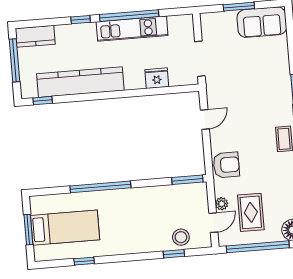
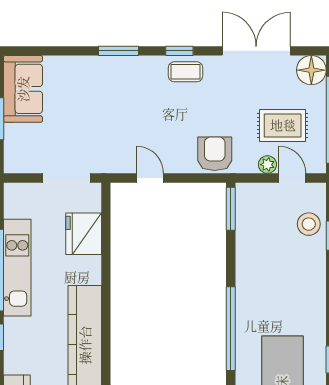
fridge: (157, 78) -> (84, 234), width x1.36, depth x1.34

